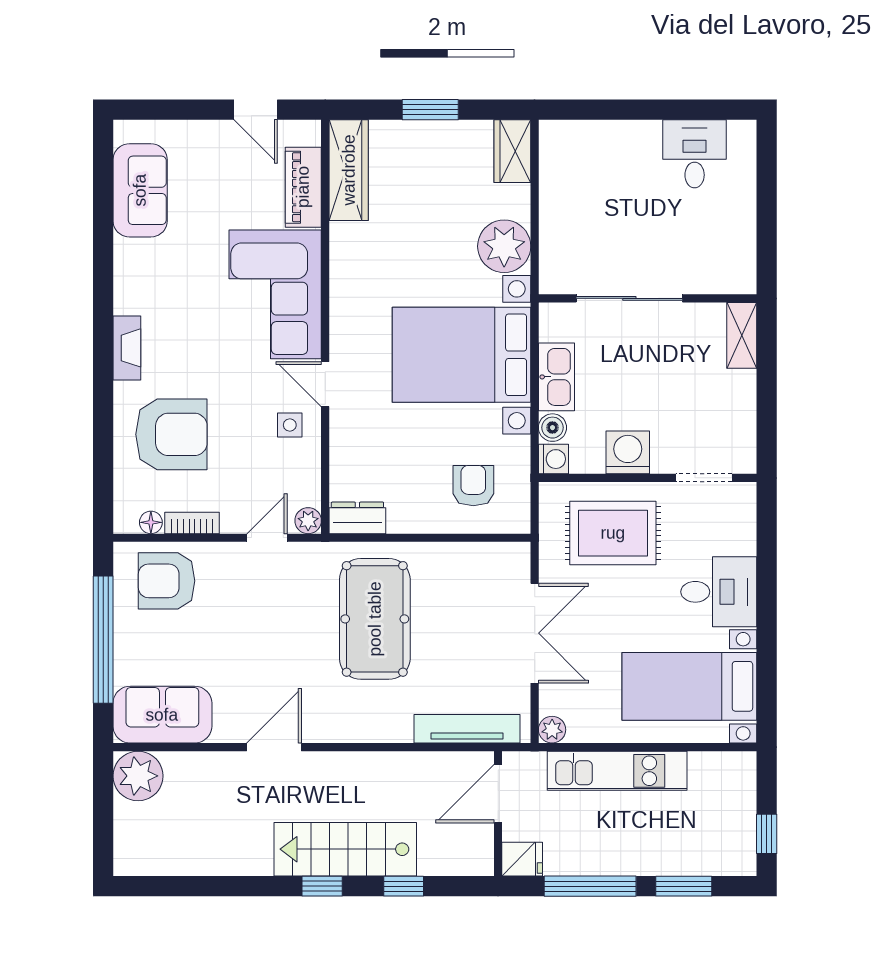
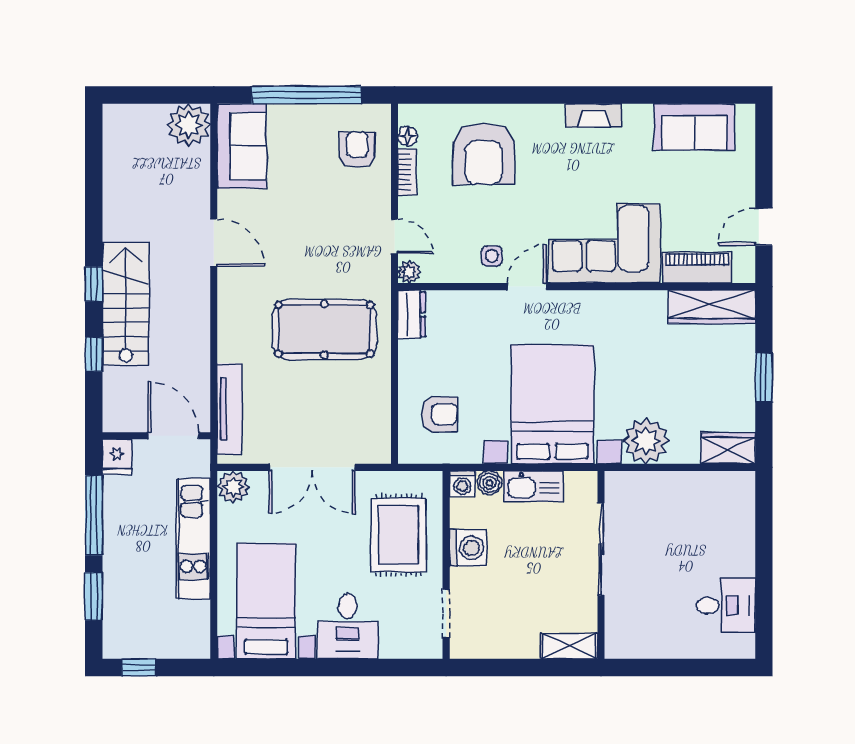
fireplace: (127, 348) -> (594, 115), moved
armchair: (167, 581) -> (357, 150), width x0.72, depth x0.72
plant: (552, 730) -> (233, 487), width x1.38, depth x1.38

